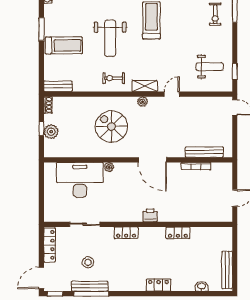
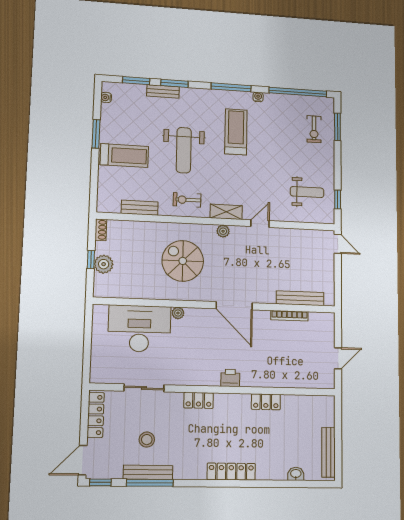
bench: (58, 86) -> (140, 208), moved
locker: (158, 285) -> (231, 472), width x1.53

